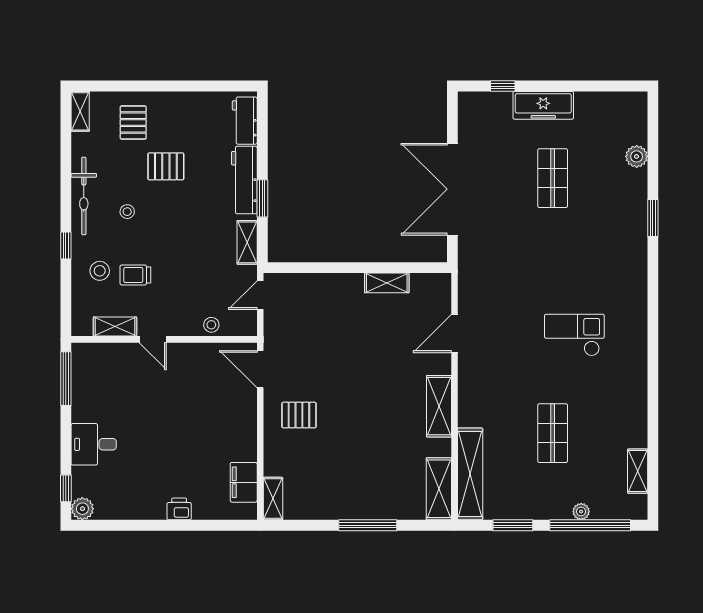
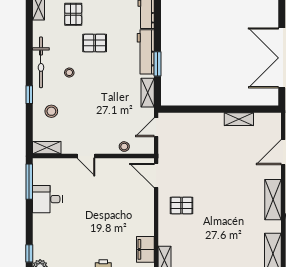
trolley: (135, 275) -> (75, 114), removed
shelving: (115, 327) -> (47, 148), moved
desk: (94, 444) -> (47, 199), moved

